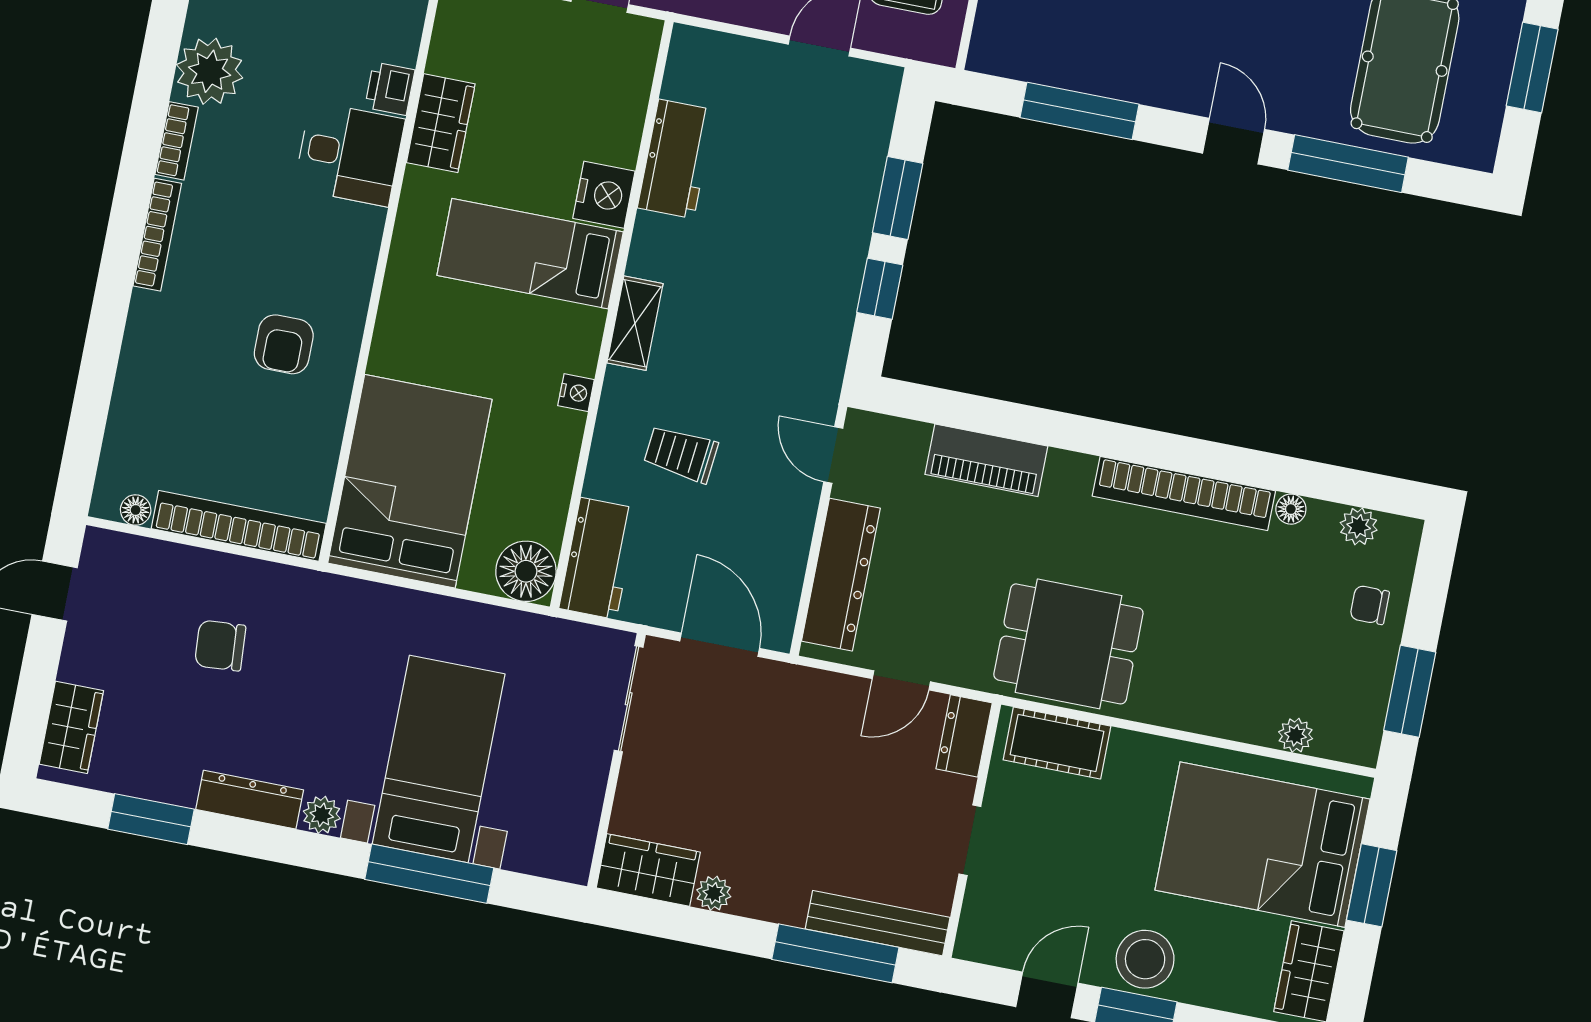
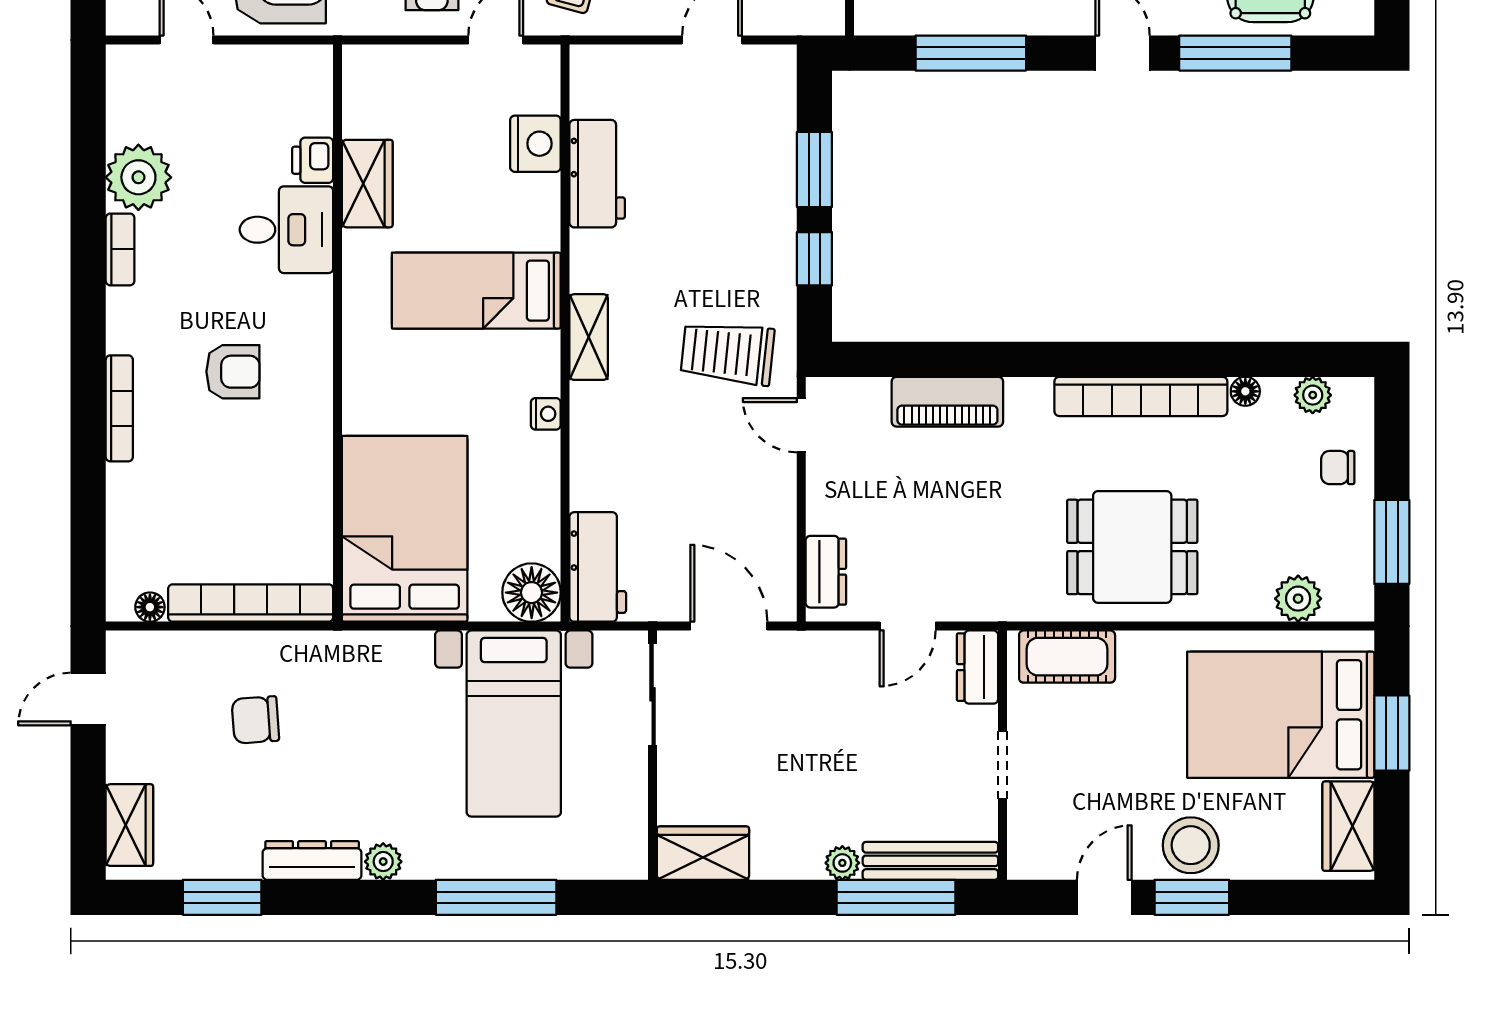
nightstand: (604, 195) -> (535, 144), moved
bookcase: (157, 235) -> (119, 408), moved
armchair: (284, 344) -> (233, 372), moved, turned -90
trolley: (681, 454) -> (728, 353), moved, width x1.36, depth x1.39
dresser: (841, 575) -> (826, 572), width x0.51, depth x0.80
dining table: (1068, 644) -> (1132, 547), moved
plant: (1296, 735) -> (1298, 599), width x1.38, depth x1.38
bed with nightstands: (439, 759) -> (514, 724), moved, turned 180
plant: (714, 893) -> (842, 863), moved

